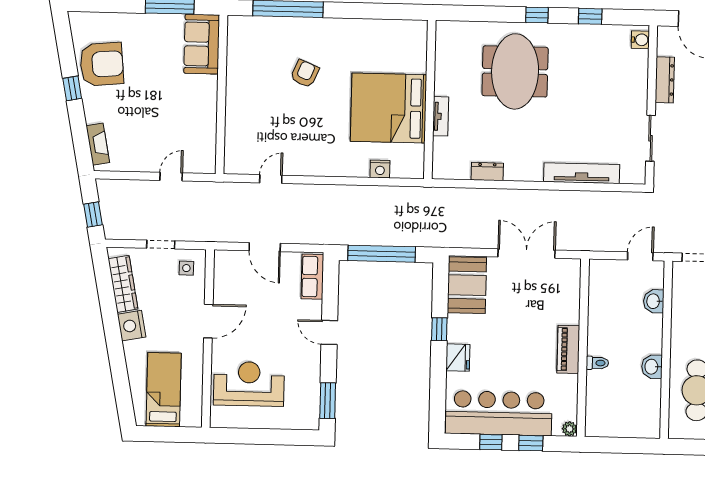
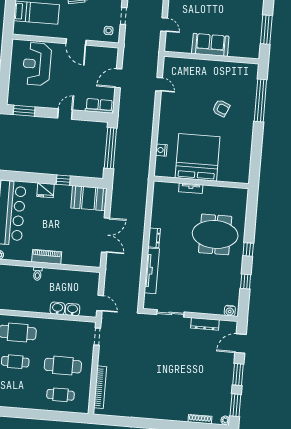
sofa: (202, 44) -> (210, 45), moved
dresser: (487, 172) -> (154, 238), moved
washbasin: (652, 367) -> (57, 308), moved
reception desk: (249, 384) -> (37, 64), turned 180

